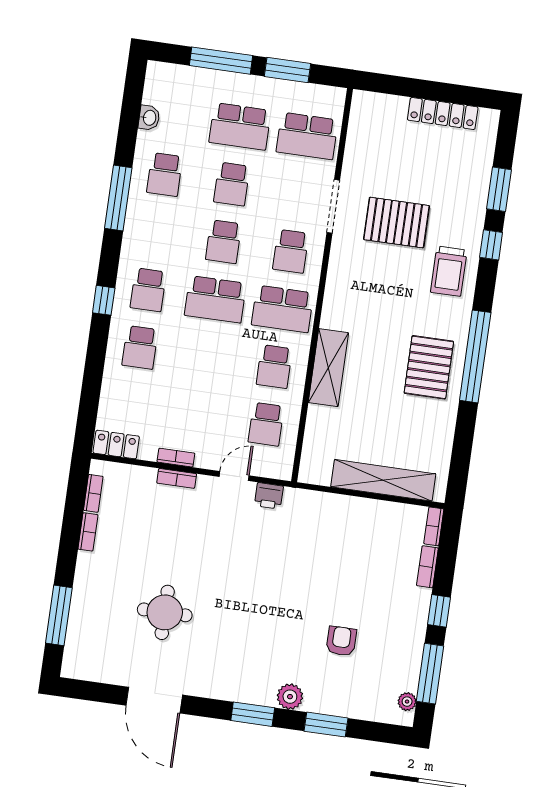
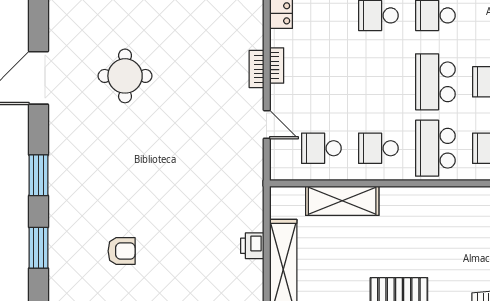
shelving: (328, 368) -> (342, 201), moved
printer: (269, 496) -> (252, 246), moved
plant: (290, 697) -> (61, 209), removed

